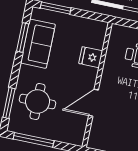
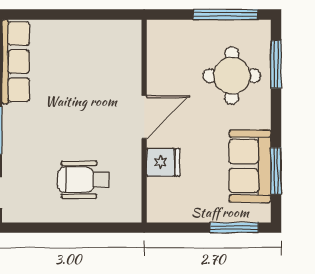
door: (93, 103) -> (144, 117), moved

